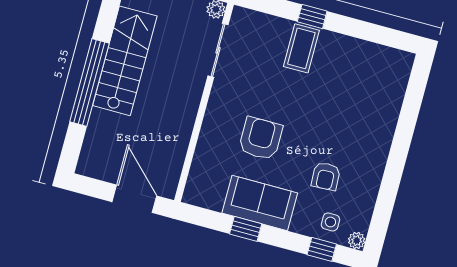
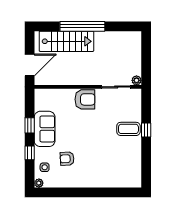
stairs: (125, 61) -> (66, 41), moved
armchair: (261, 138) -> (85, 99), moved
window: (322, 249) -> (30, 153), moved

